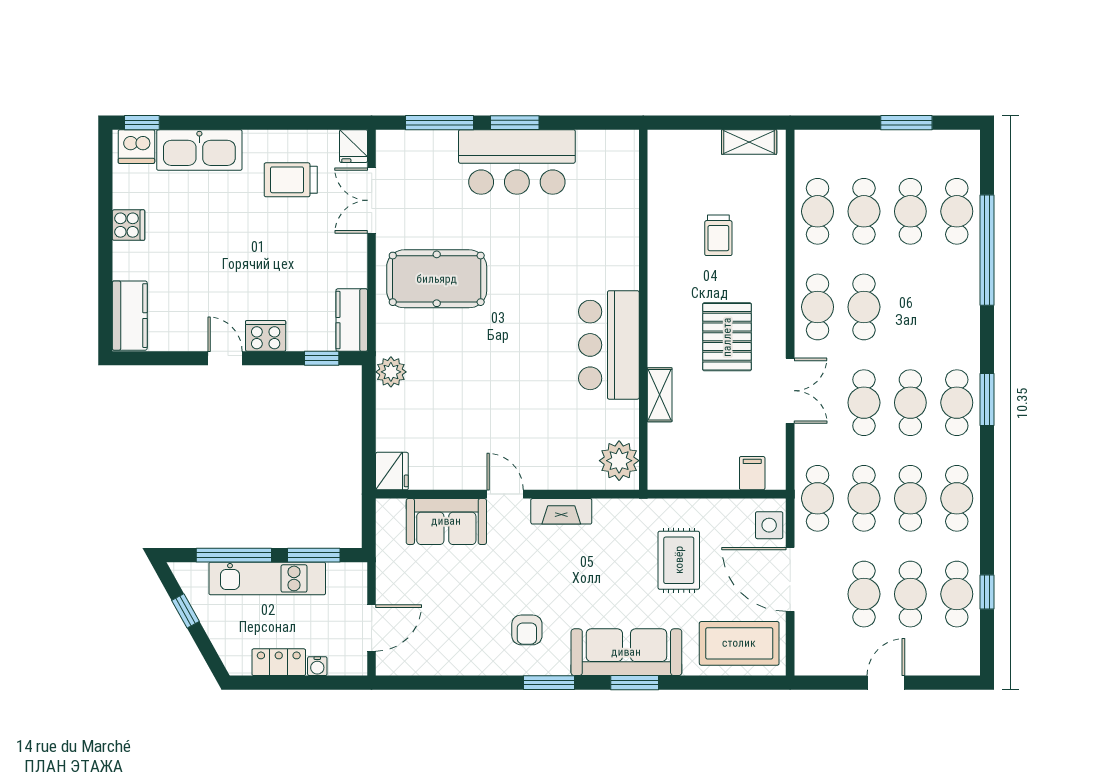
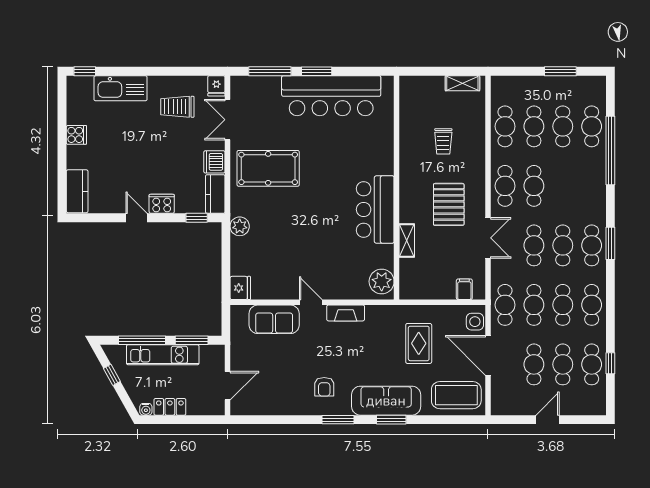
dishwasher: (136, 147) -> (214, 162), moved, turned 90
bar counter: (517, 162) -> (331, 96), width x1.36
water cooler: (317, 666) -> (146, 409), moved

